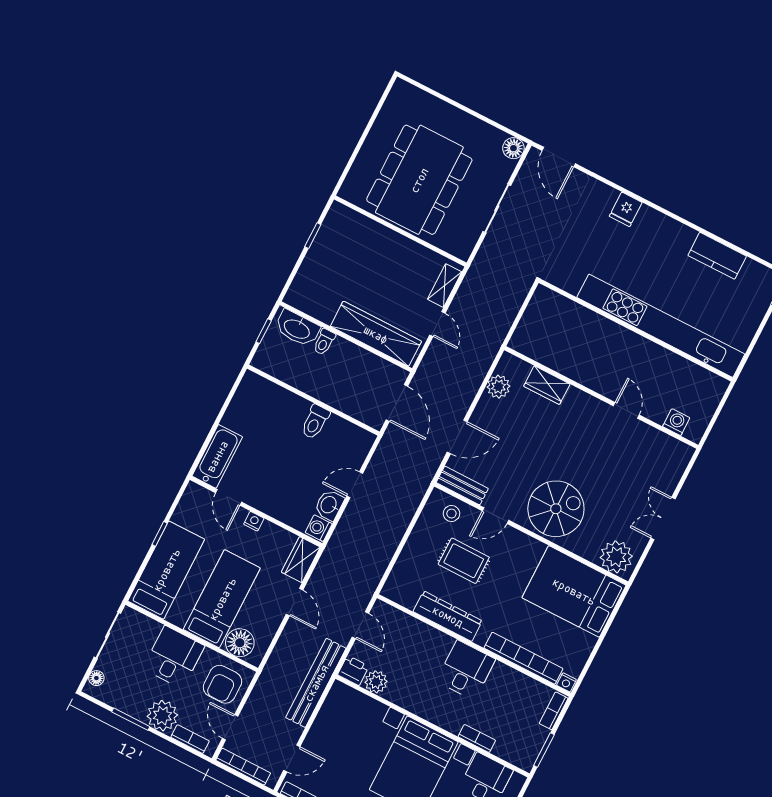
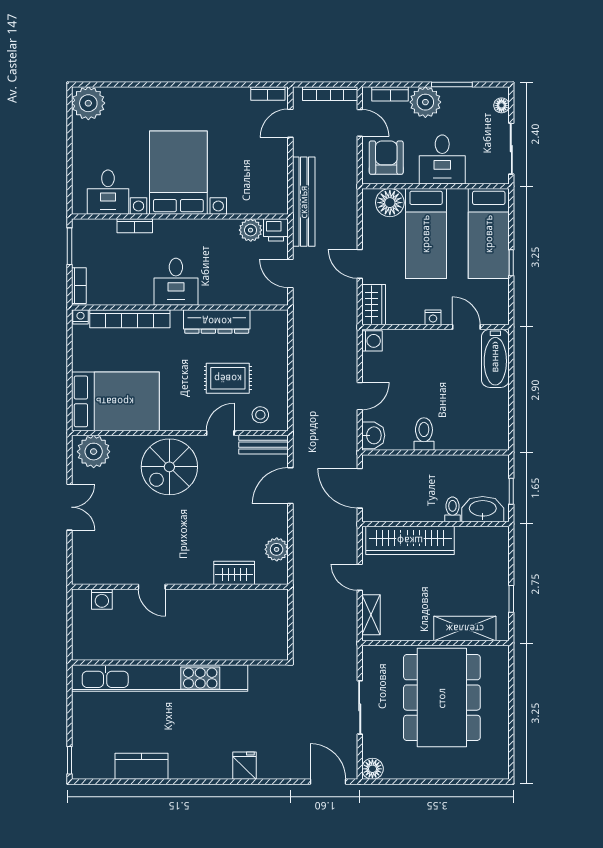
shelving: (368, 231) -> (465, 628), added
washbasin: (329, 505) -> (373, 435), moved

